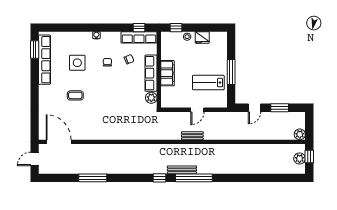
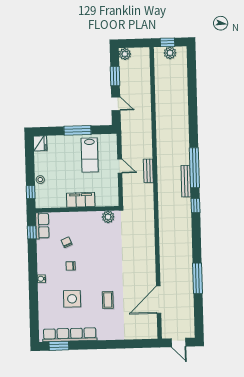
row of seats: (139, 37) -> (42, 226), width x0.68
fridge: (202, 37) -> (40, 143), moved
row of seats: (151, 73) -> (81, 218), removed
plant: (300, 134) -> (125, 54), moved
door: (59, 142) -> (159, 300), moved

